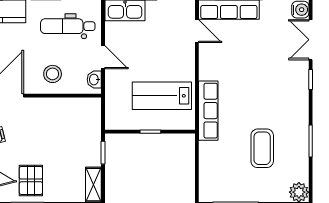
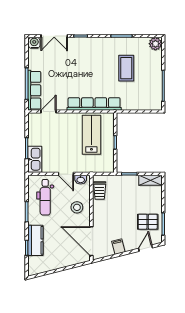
door: (103, 57) -> (66, 174), swing flipped
lab bench: (162, 96) -> (91, 135), turned 180
trolley: (78, 108) -> (100, 191), added
row of seats: (208, 111) -> (94, 104), width x1.36
coffee table: (262, 148) -> (126, 68), turned 90

